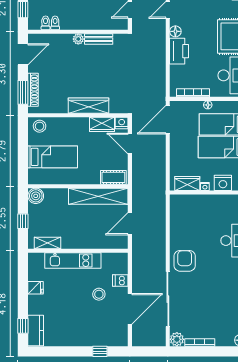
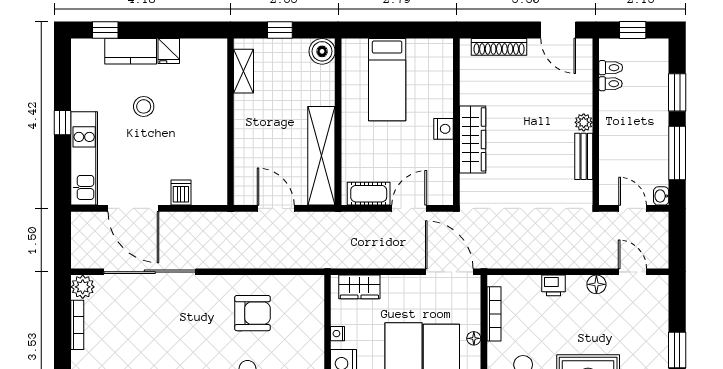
printer: (179, 51) -> (554, 285), width x0.53, depth x0.68
window: (23, 92) -> (495, 30), removed
nightstand: (122, 123) -> (444, 129), moved
wardrobe: (102, 124) -> (441, 162), removed
stool: (40, 126) -> (438, 58), removed
cot: (113, 177) -> (369, 194), moved, turned 90
wardrobe: (187, 183) -> (359, 287), moved, turned 90
kitchen unit: (73, 261) -> (84, 158), moved, turned 180
armchair: (185, 261) -> (253, 313), moved
stool: (99, 294) -> (144, 106), moved
kitchen counter: (36, 330) -> (131, 51), moved
window: (100, 351) -> (63, 123), moved

